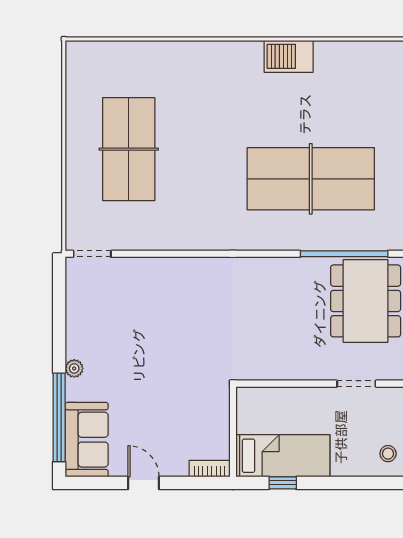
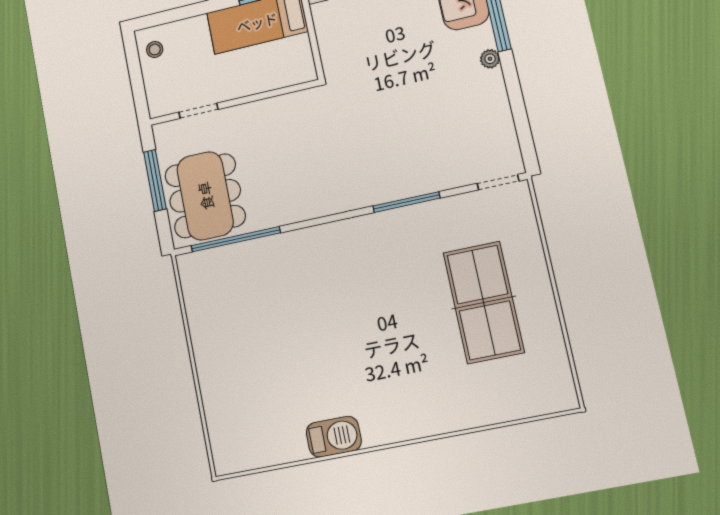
table tennis table: (311, 179) -> (285, 310), removed
window: (178, 254) -> (406, 202), added

